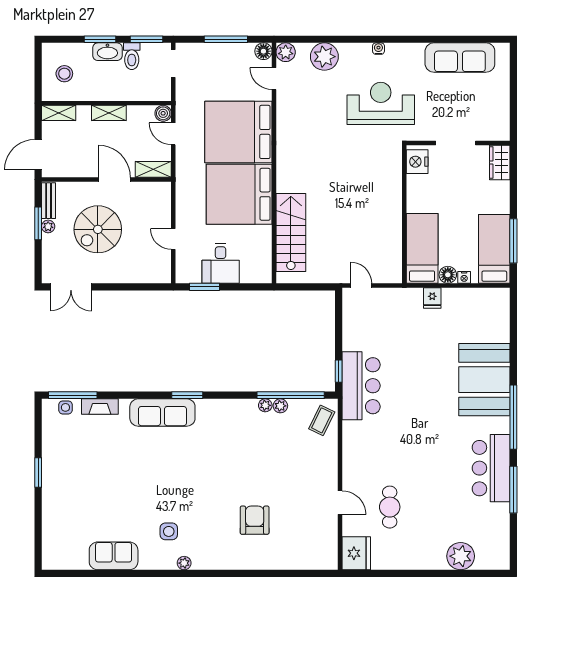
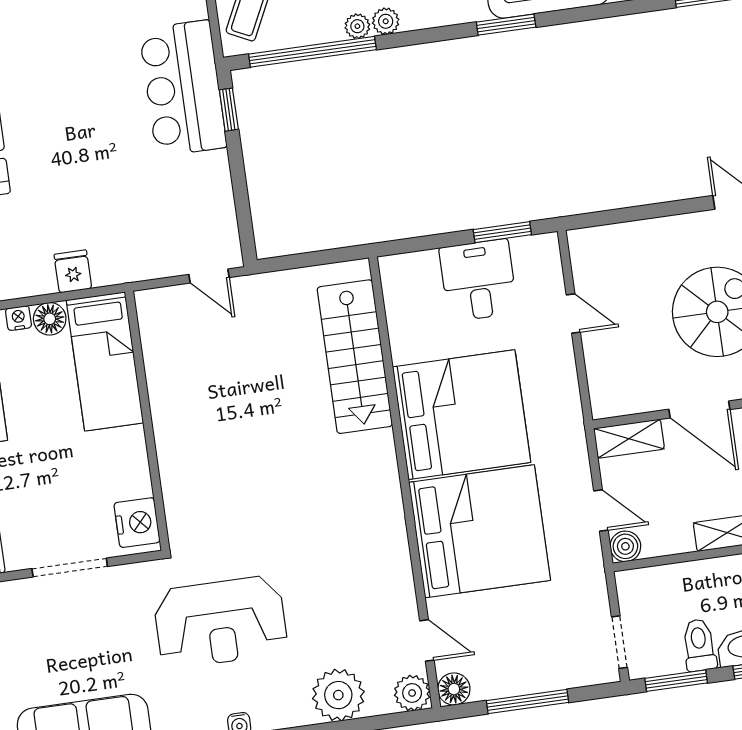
plant: (280, 406) -> (386, 21), moved

